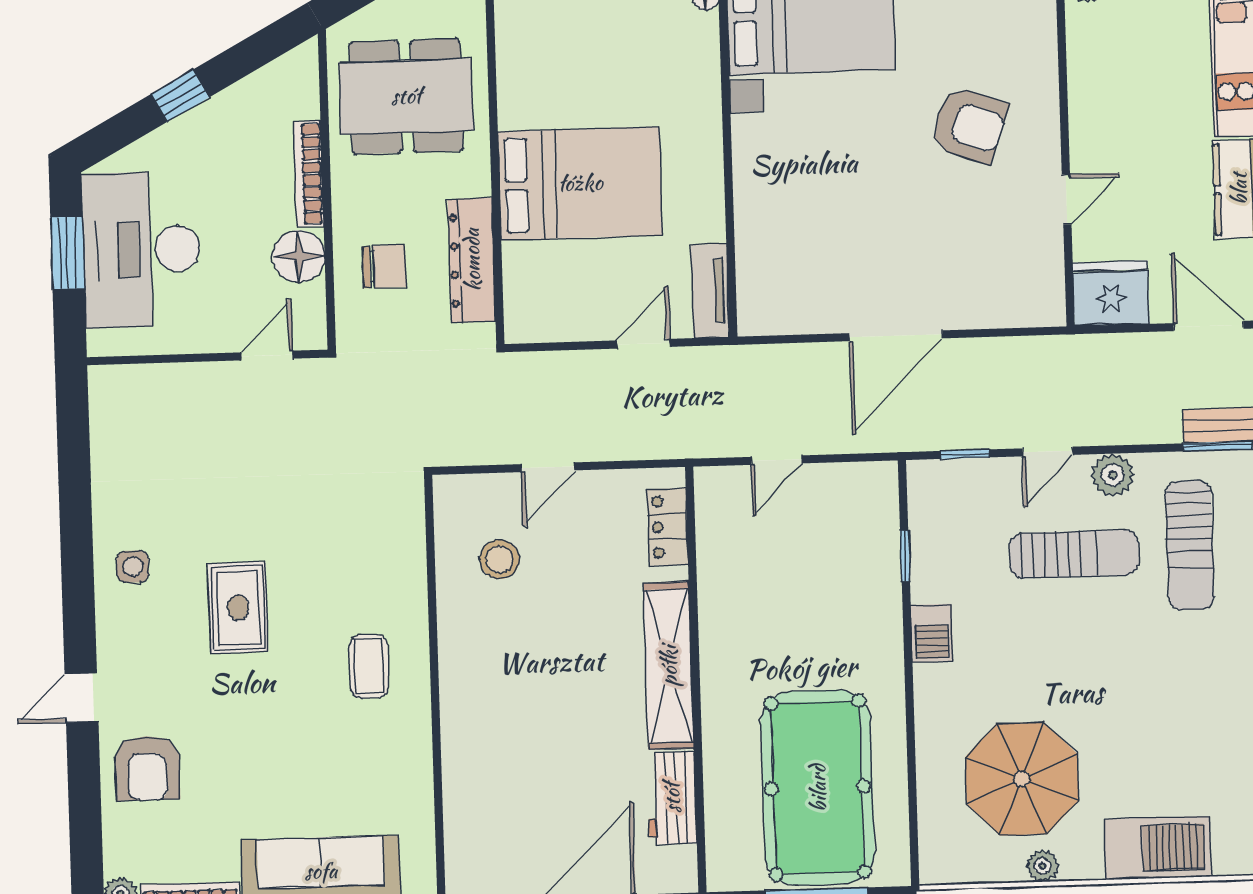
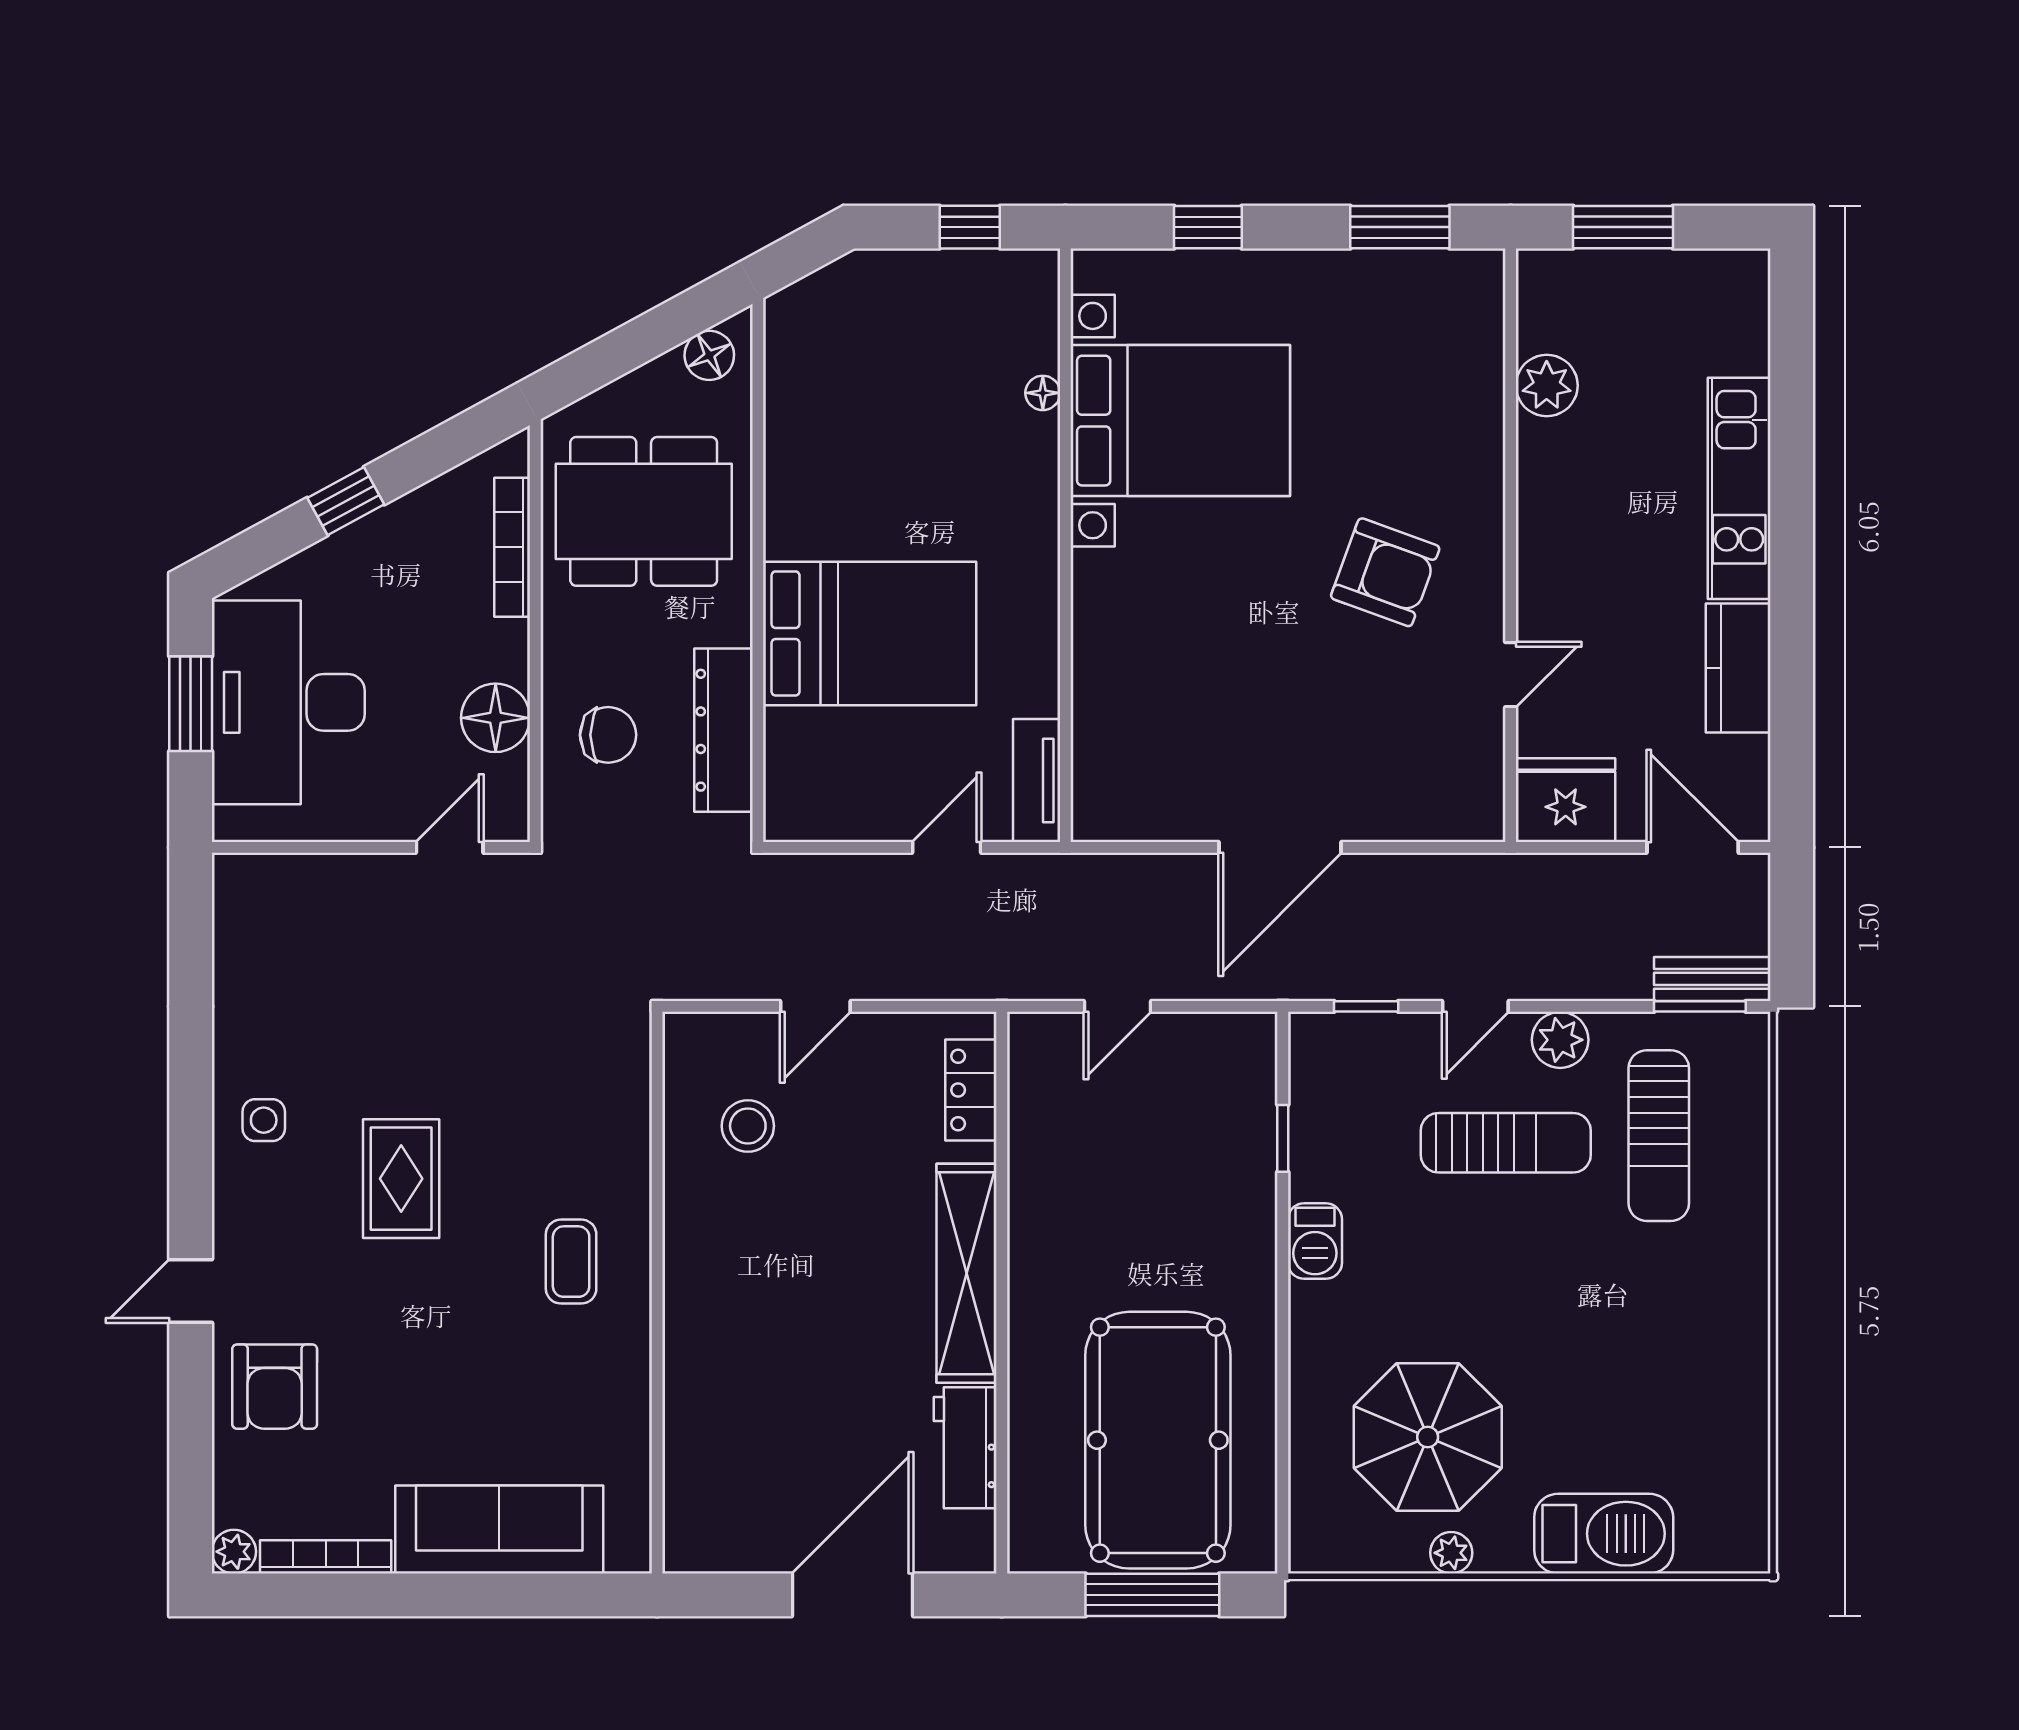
bookcase: (309, 174) -> (512, 547), moved

